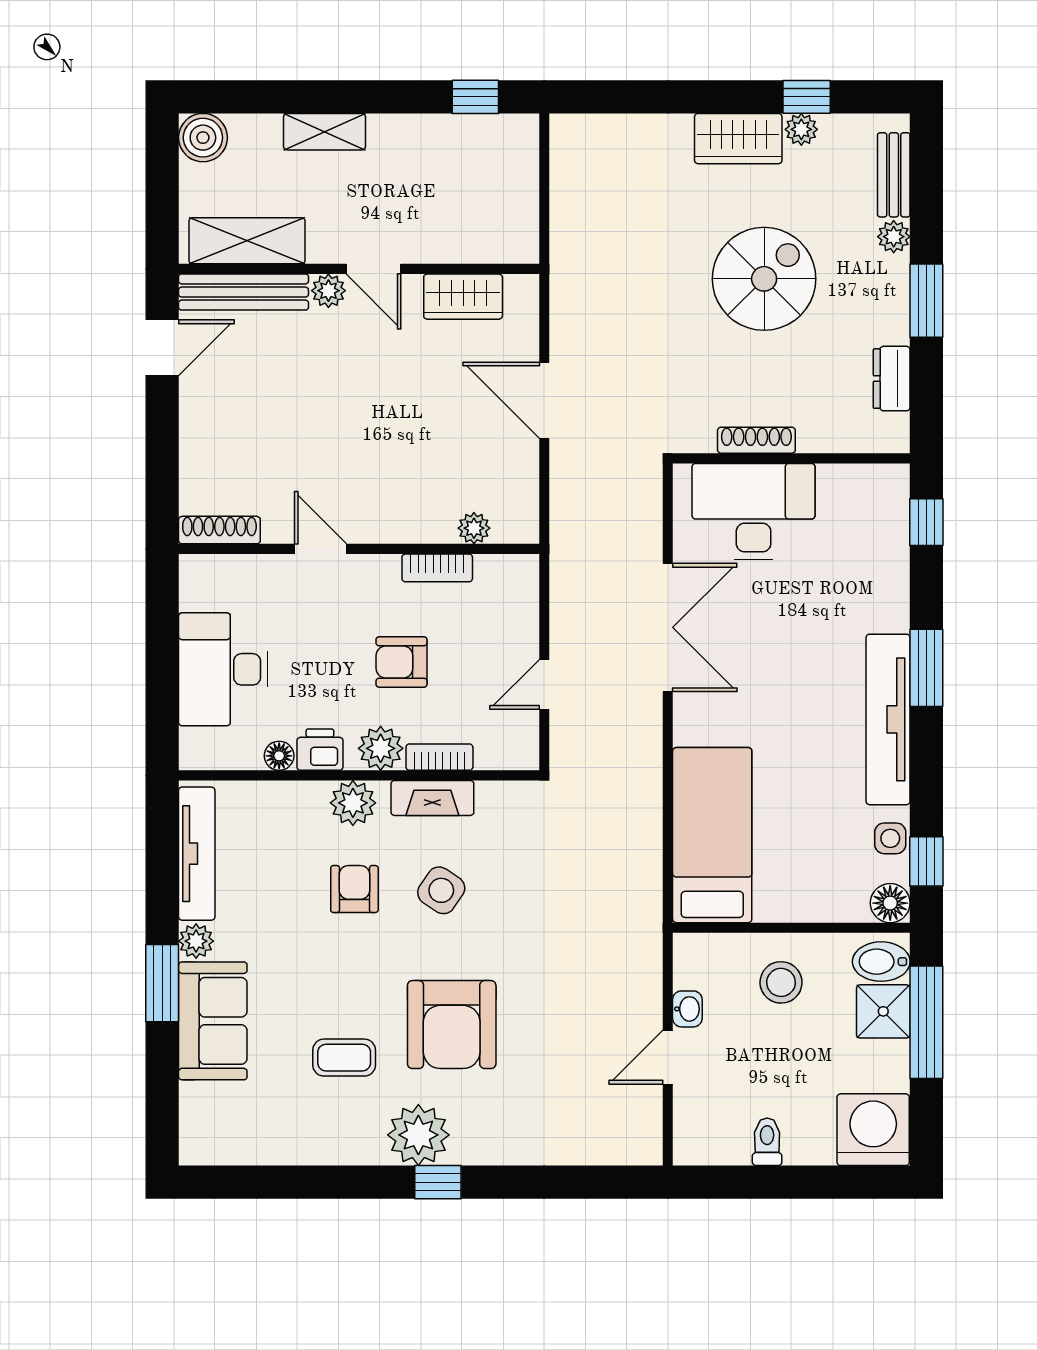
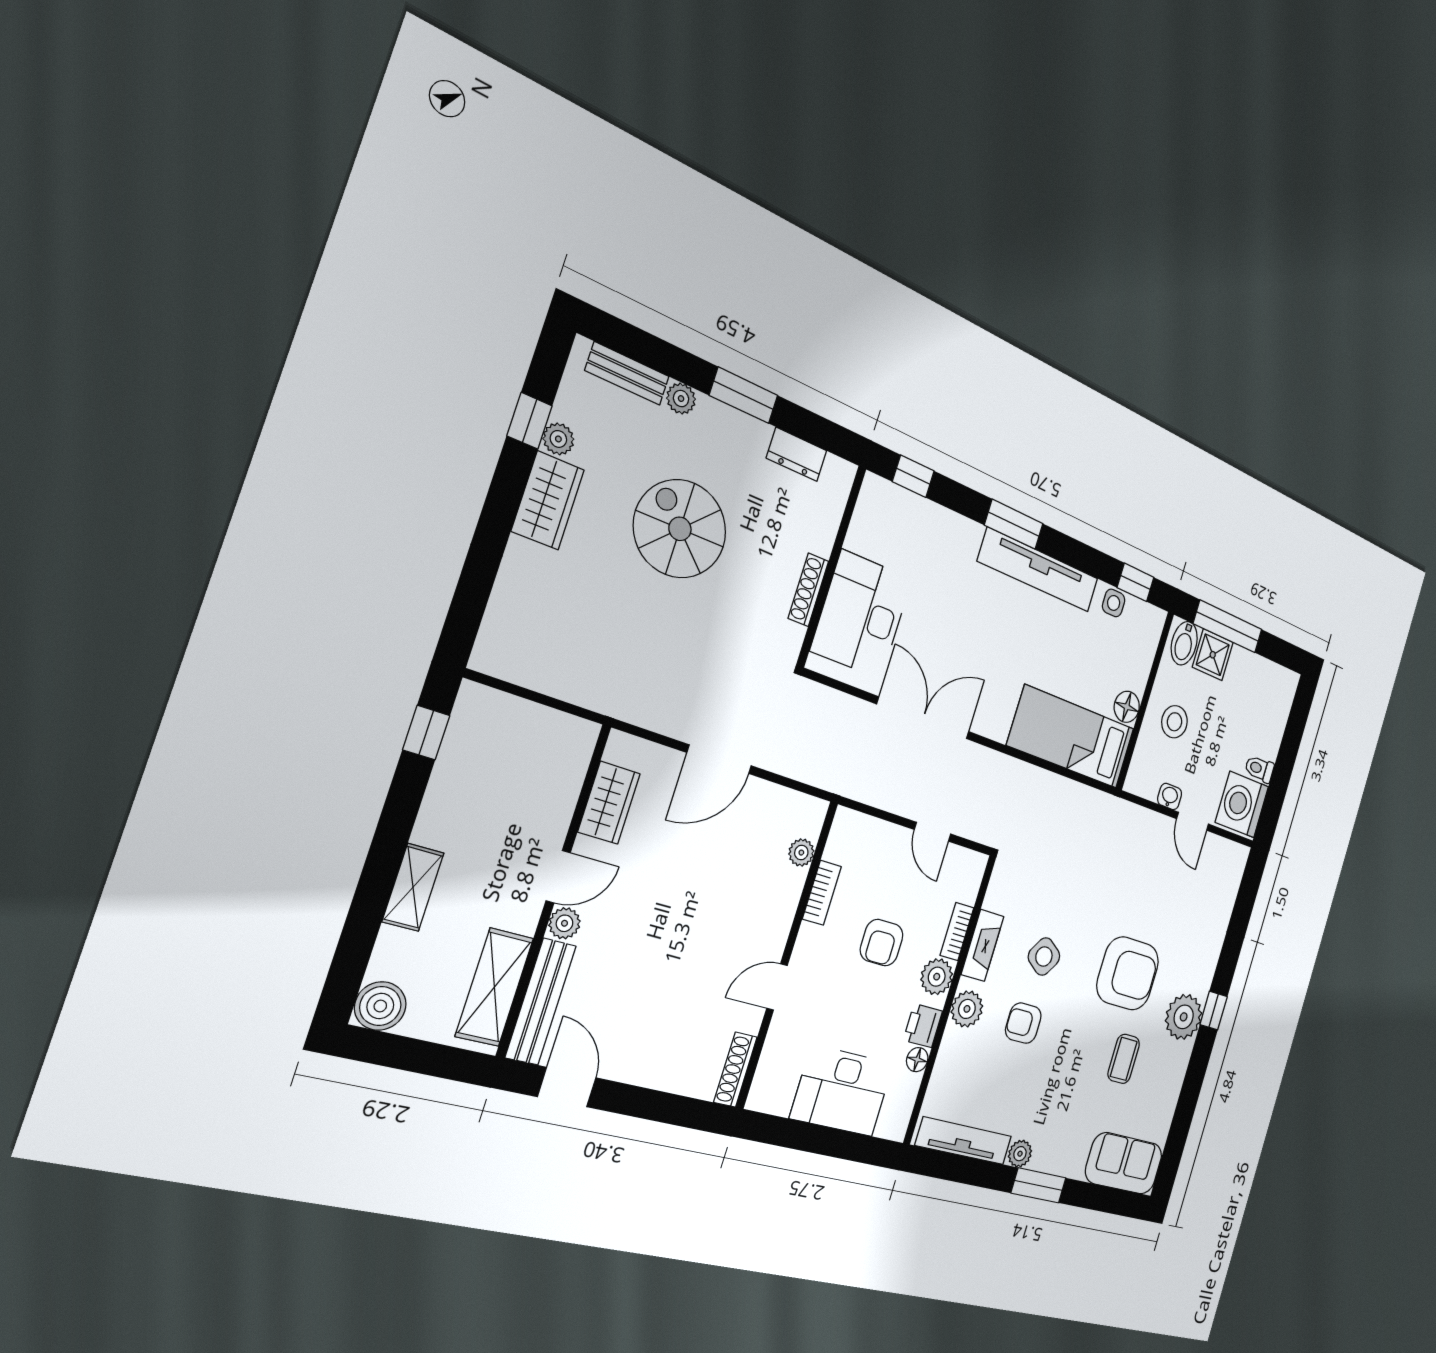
floor lamp: (890, 903) -> (1127, 707), moved
sofa: (213, 1021) -> (1124, 1163), moved
washing machine: (873, 1130) -> (1242, 804), moved

